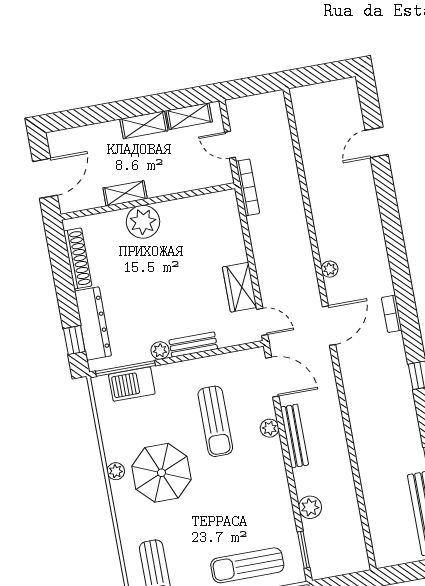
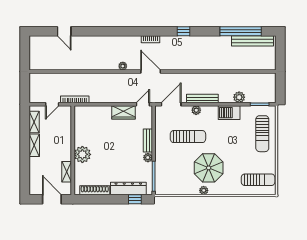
shelving: (125, 193) -> (67, 172), moved
barbecue: (132, 384) -> (229, 113), moved, turned 90

